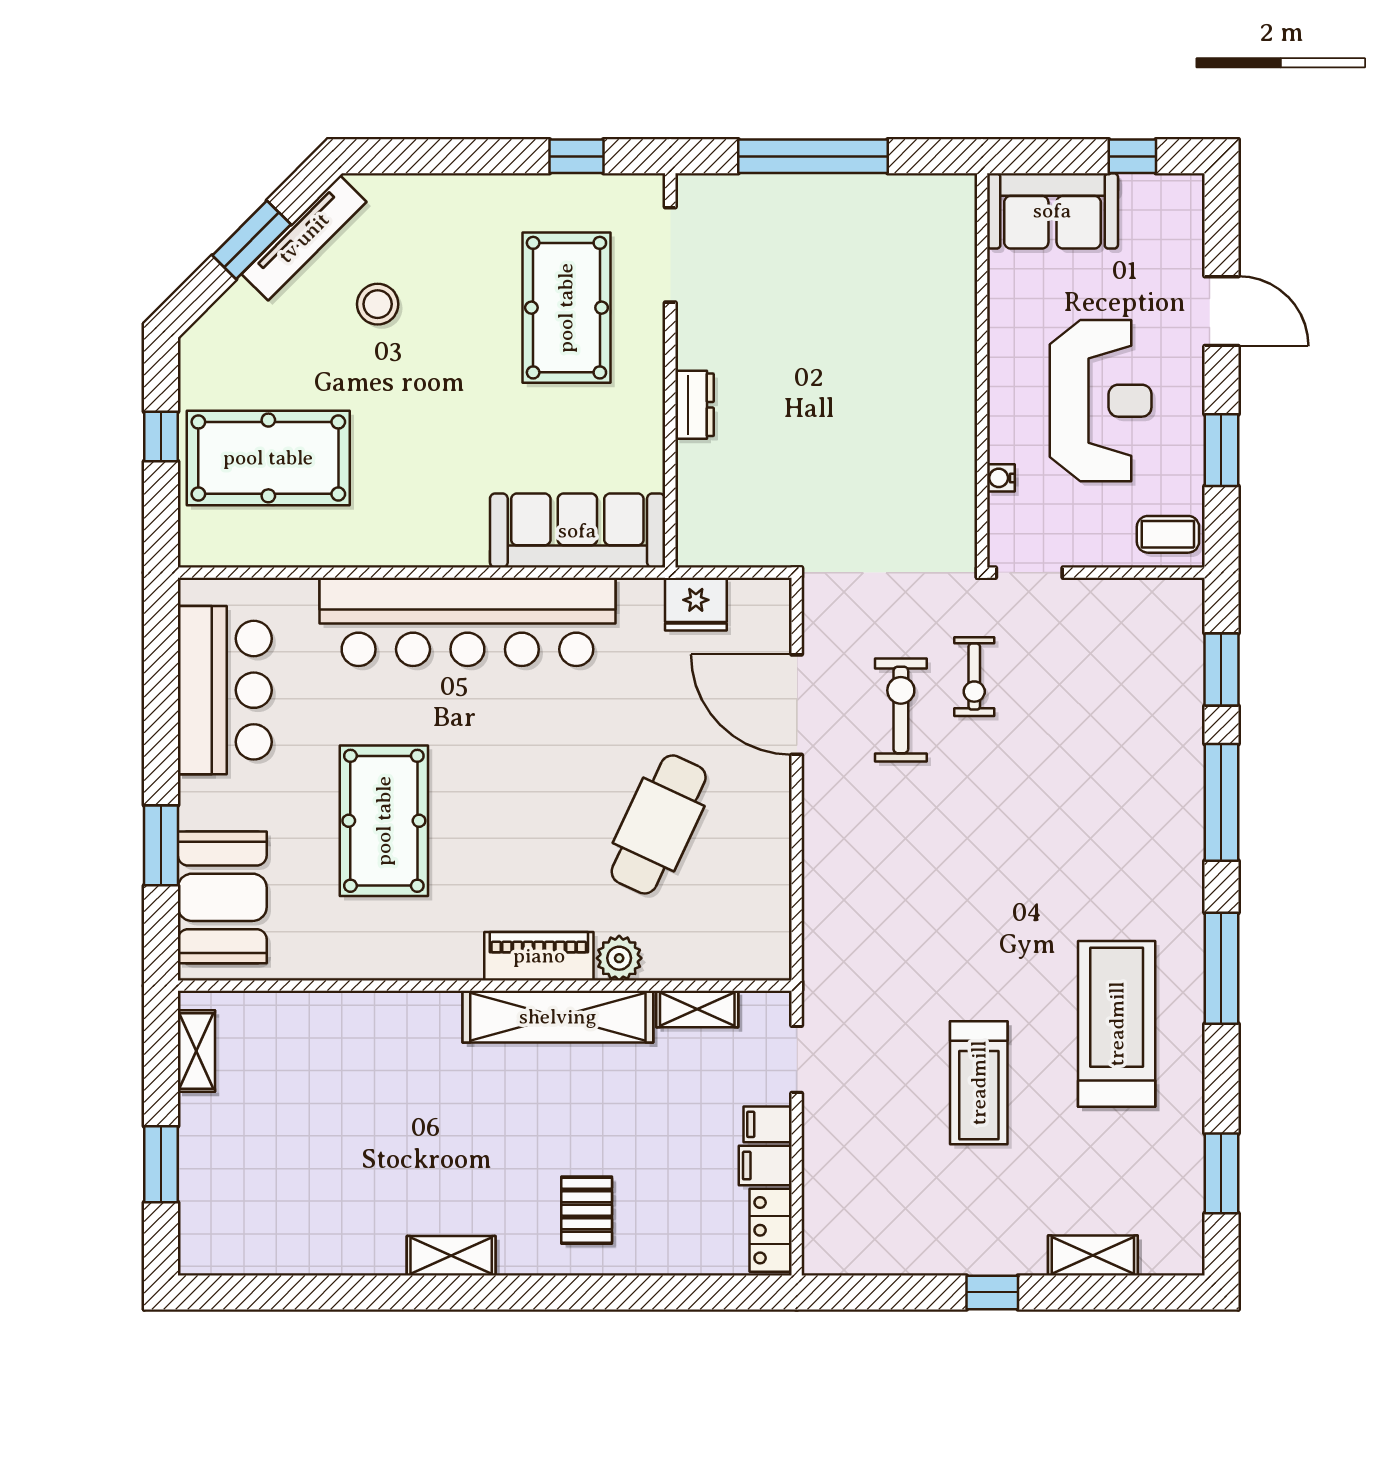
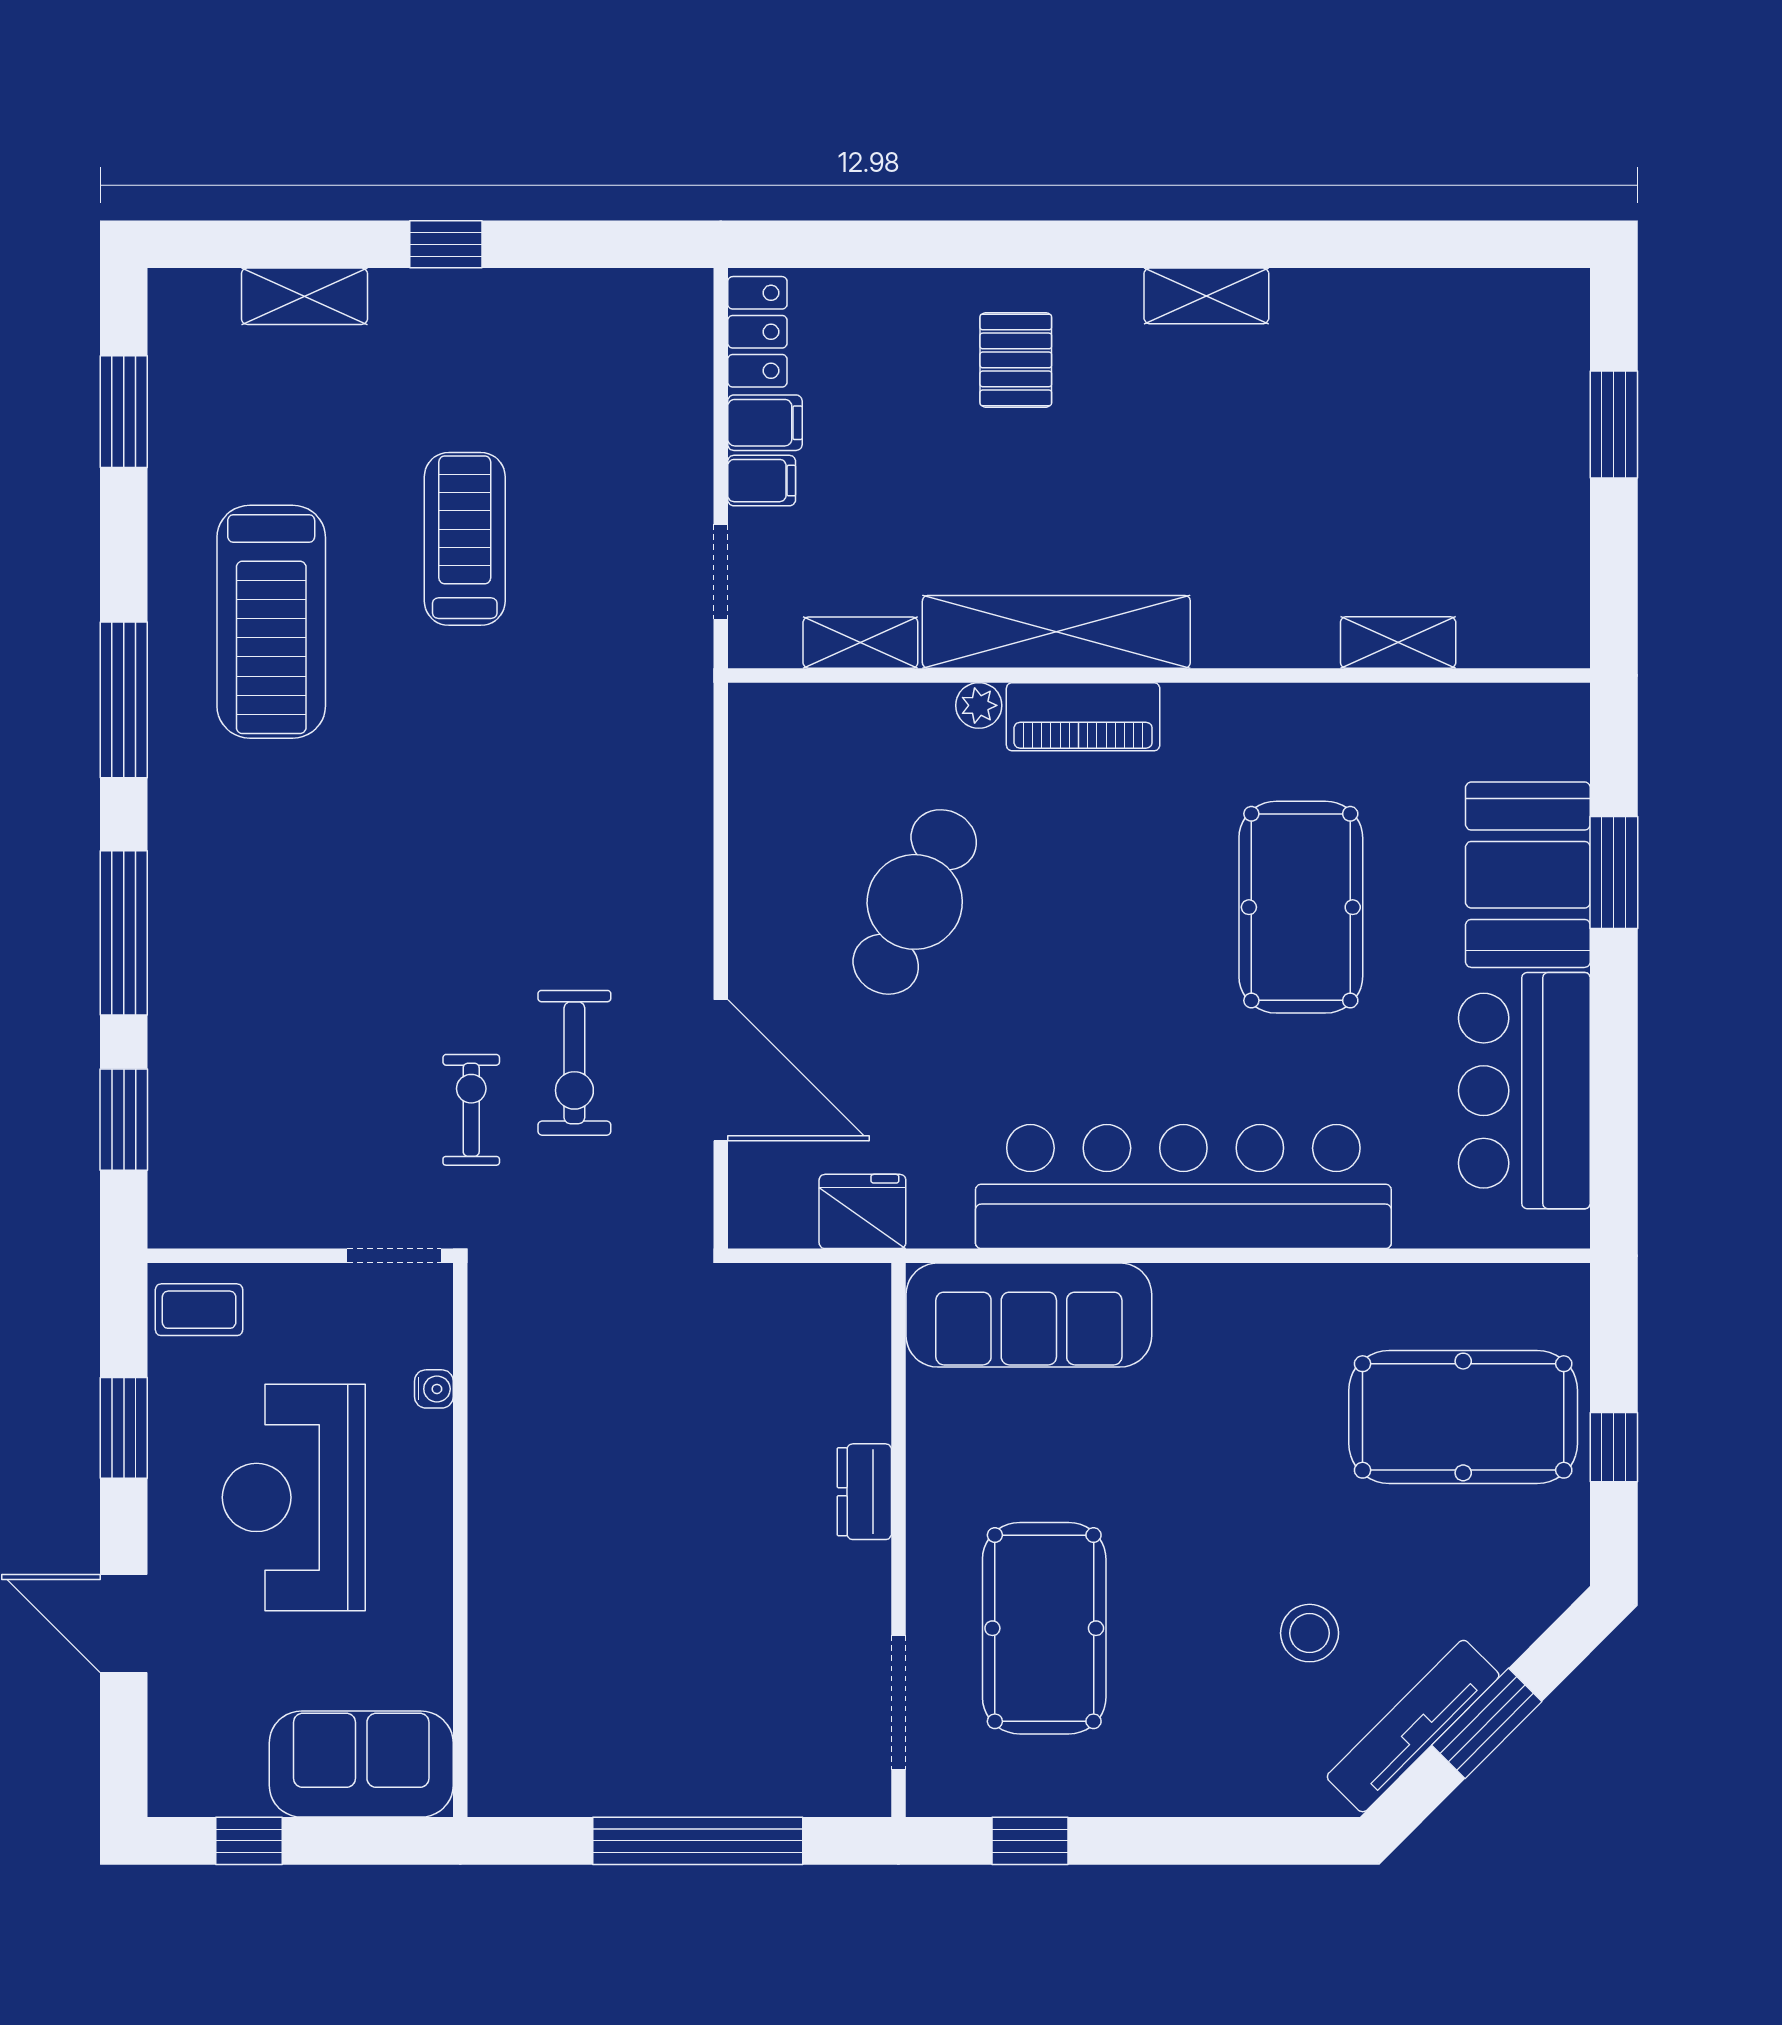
booth: (222, 897) -> (1528, 875), moved
plant: (619, 958) -> (979, 705), width x0.73, depth x0.73
shelving: (196, 1051) -> (1398, 642), moved, turned 90

